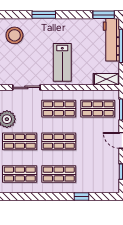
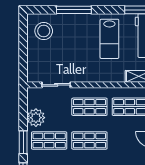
window: (44, 15) -> (74, 10), width x1.44
lab bench: (62, 62) -> (109, 39), moved

